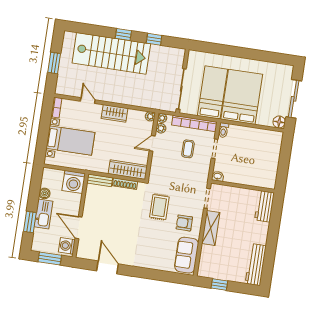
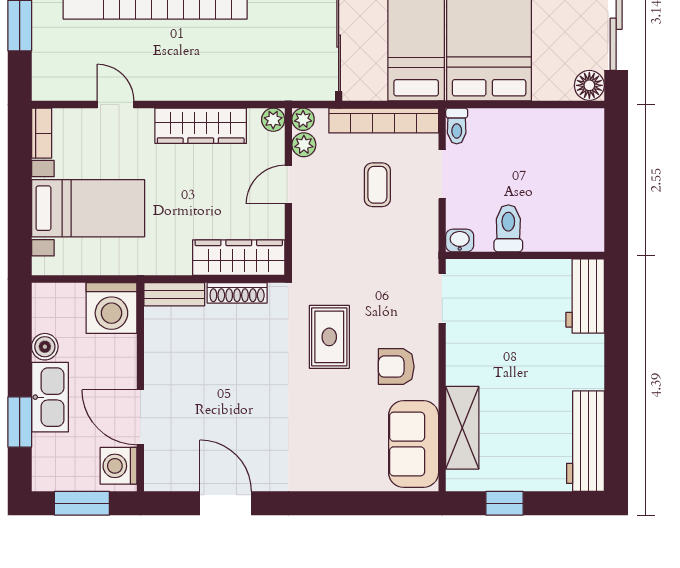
wardrobe: (115, 113) -> (201, 126), width x1.50
toilet: (238, 174) -> (508, 228), added
shelving: (211, 228) -> (462, 428), moved

